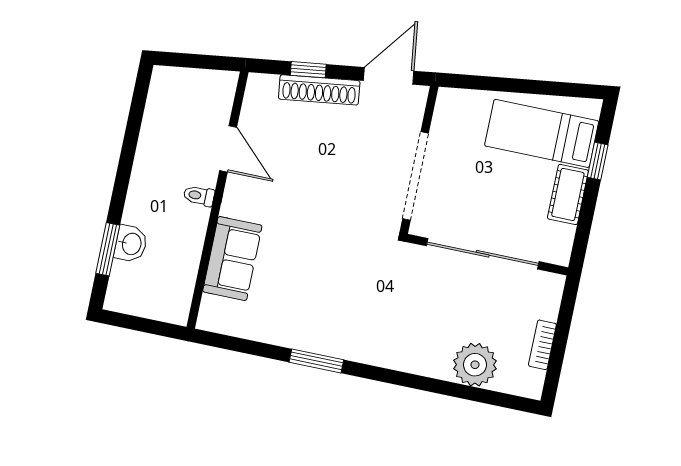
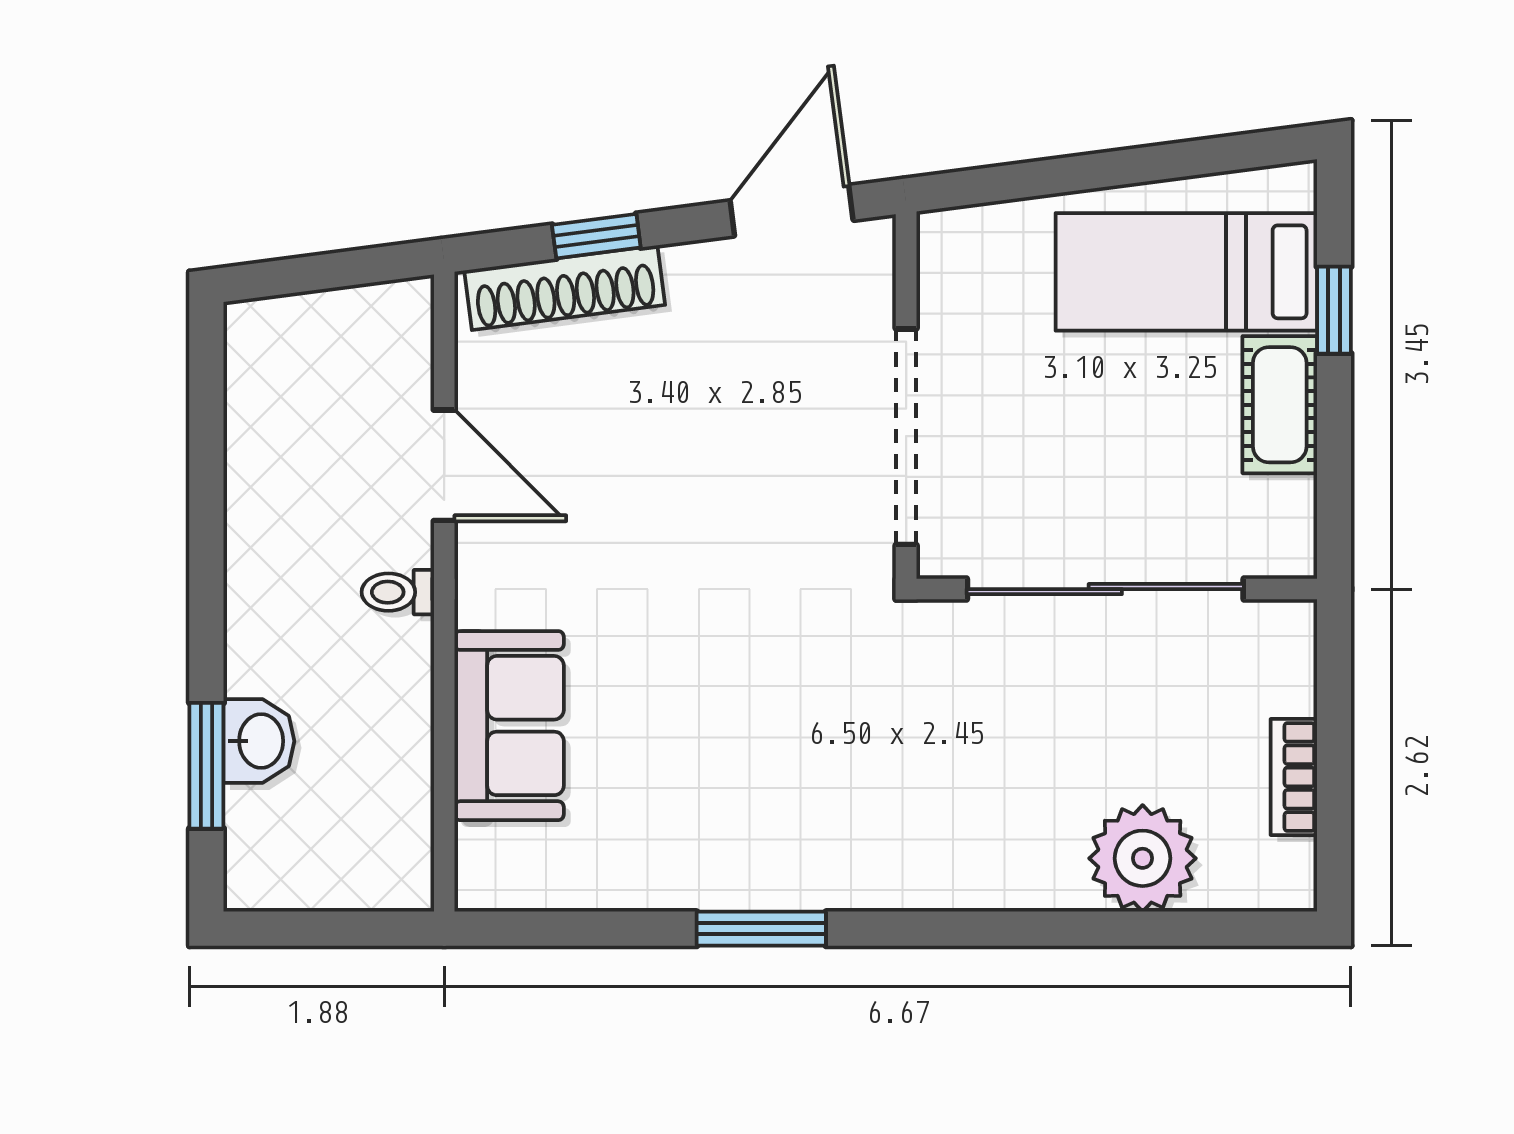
shoe rack: (319, 90) -> (565, 288), moved

